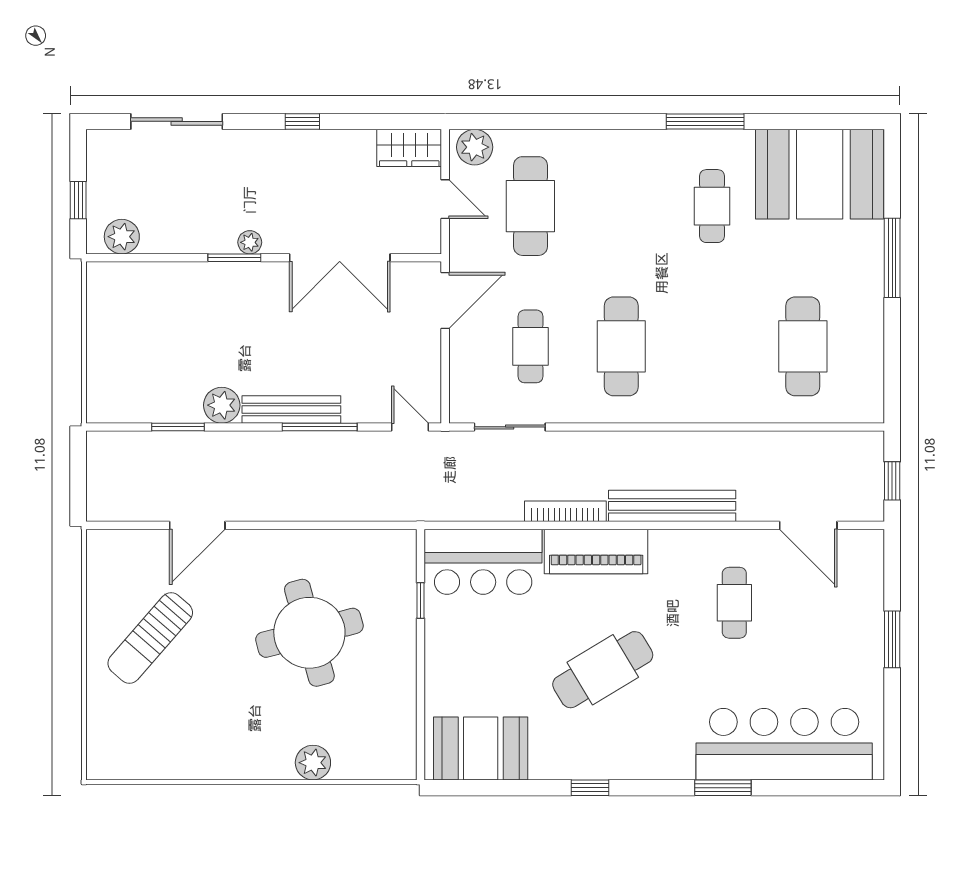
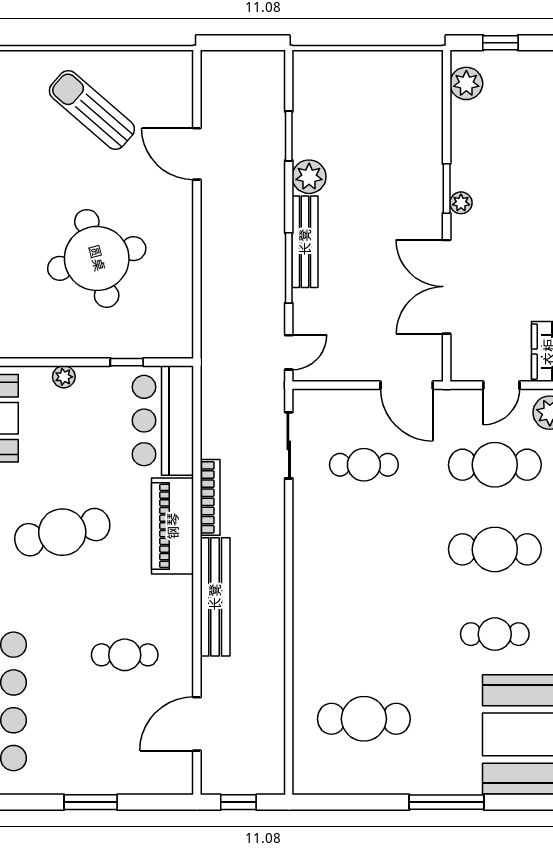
cafe table: (621, 346) -> (495, 549), moved
plant: (436, 668) -> (64, 377), added
cafe table: (603, 670) -> (62, 532), turned -72

